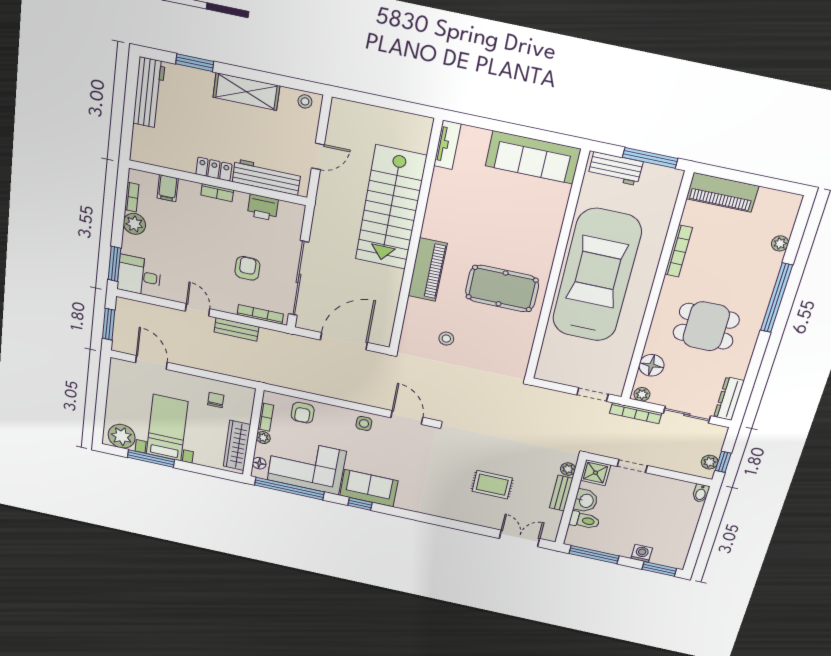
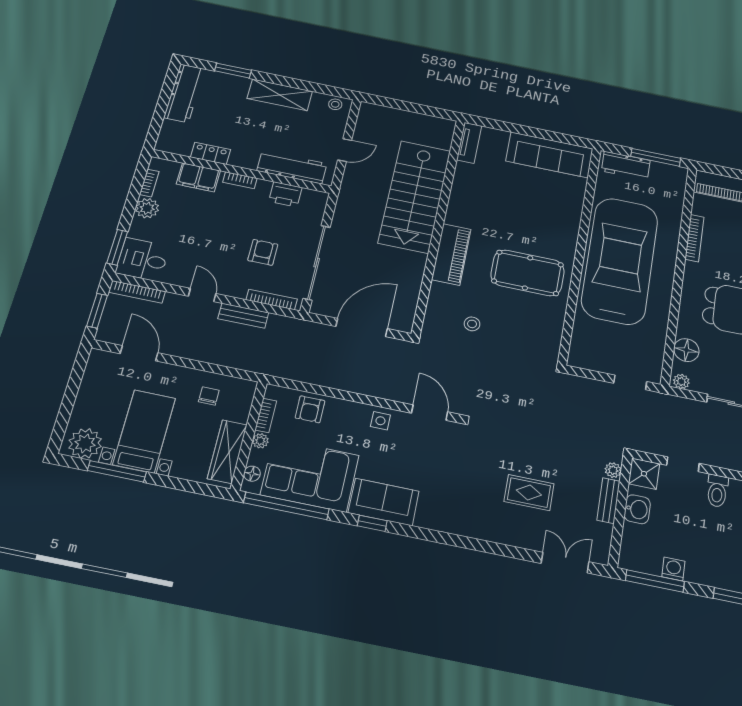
locker: (214, 169) -> (211, 153), moved
filing cabinet: (168, 188) -> (198, 177), width x2.00
bookcase: (636, 413) -> (137, 292), moved
toilet: (584, 520) -> (717, 491), moved, turned 90
washing machine: (642, 553) -> (673, 569), moved

